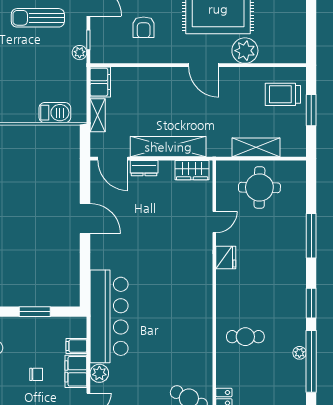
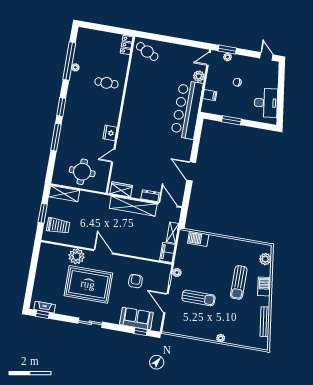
shelving: (256, 147) -> (64, 194), moved
window: (311, 303) -> (61, 107), moved
filing cabinet: (76, 371) -> (213, 80), removed

